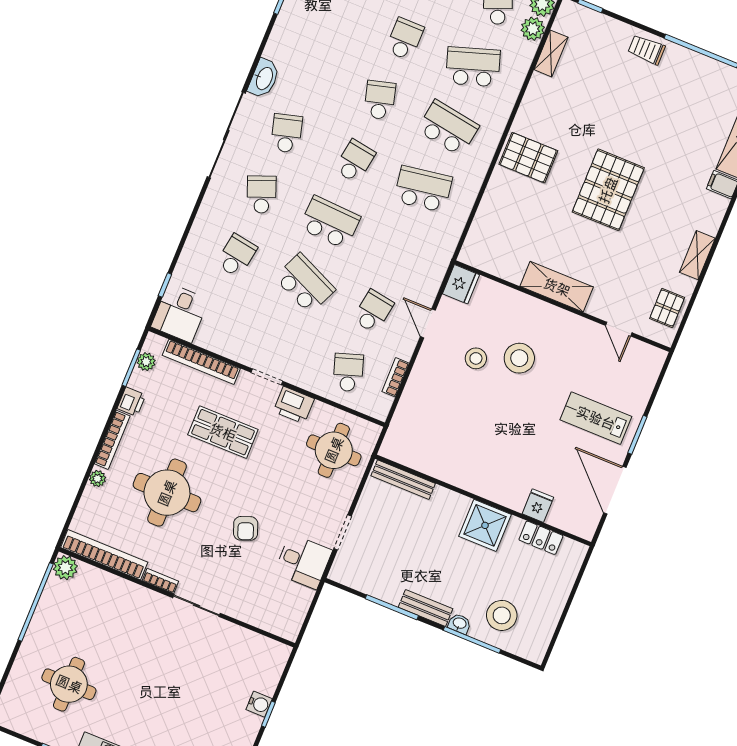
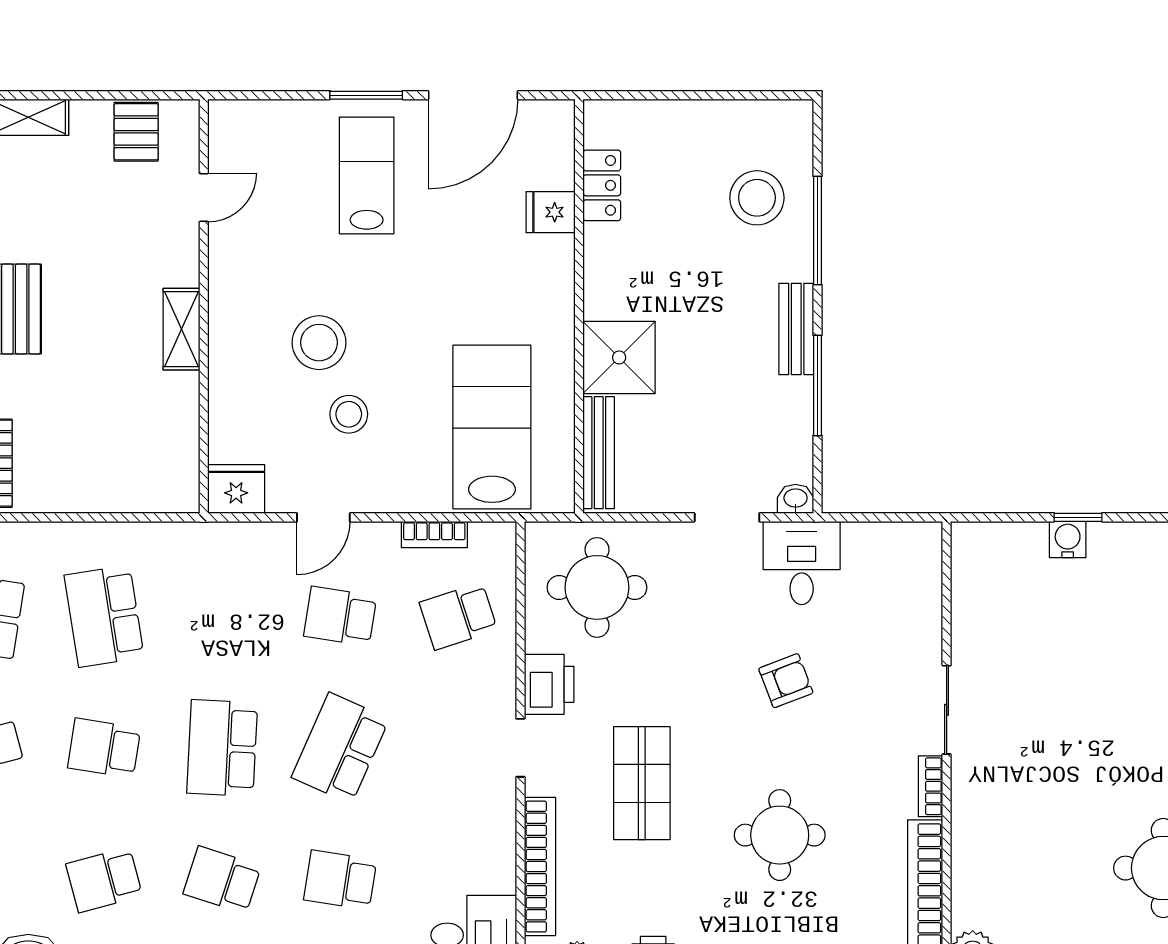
school desk: (262, 194) -> (222, 880), turned 39
shelving: (557, 287) -> (182, 329), width x0.67, depth x0.75
pallet: (667, 308) -> (136, 132), turned 90
lab bench: (596, 418) -> (367, 175), turned 180
lab bench: (439, 430) -> (492, 427), added
round table: (167, 493) -> (780, 835), width x0.73, depth x0.73
shower: (485, 525) -> (619, 357), moved
washbasin: (460, 624) -> (796, 499), moved, turned 90

